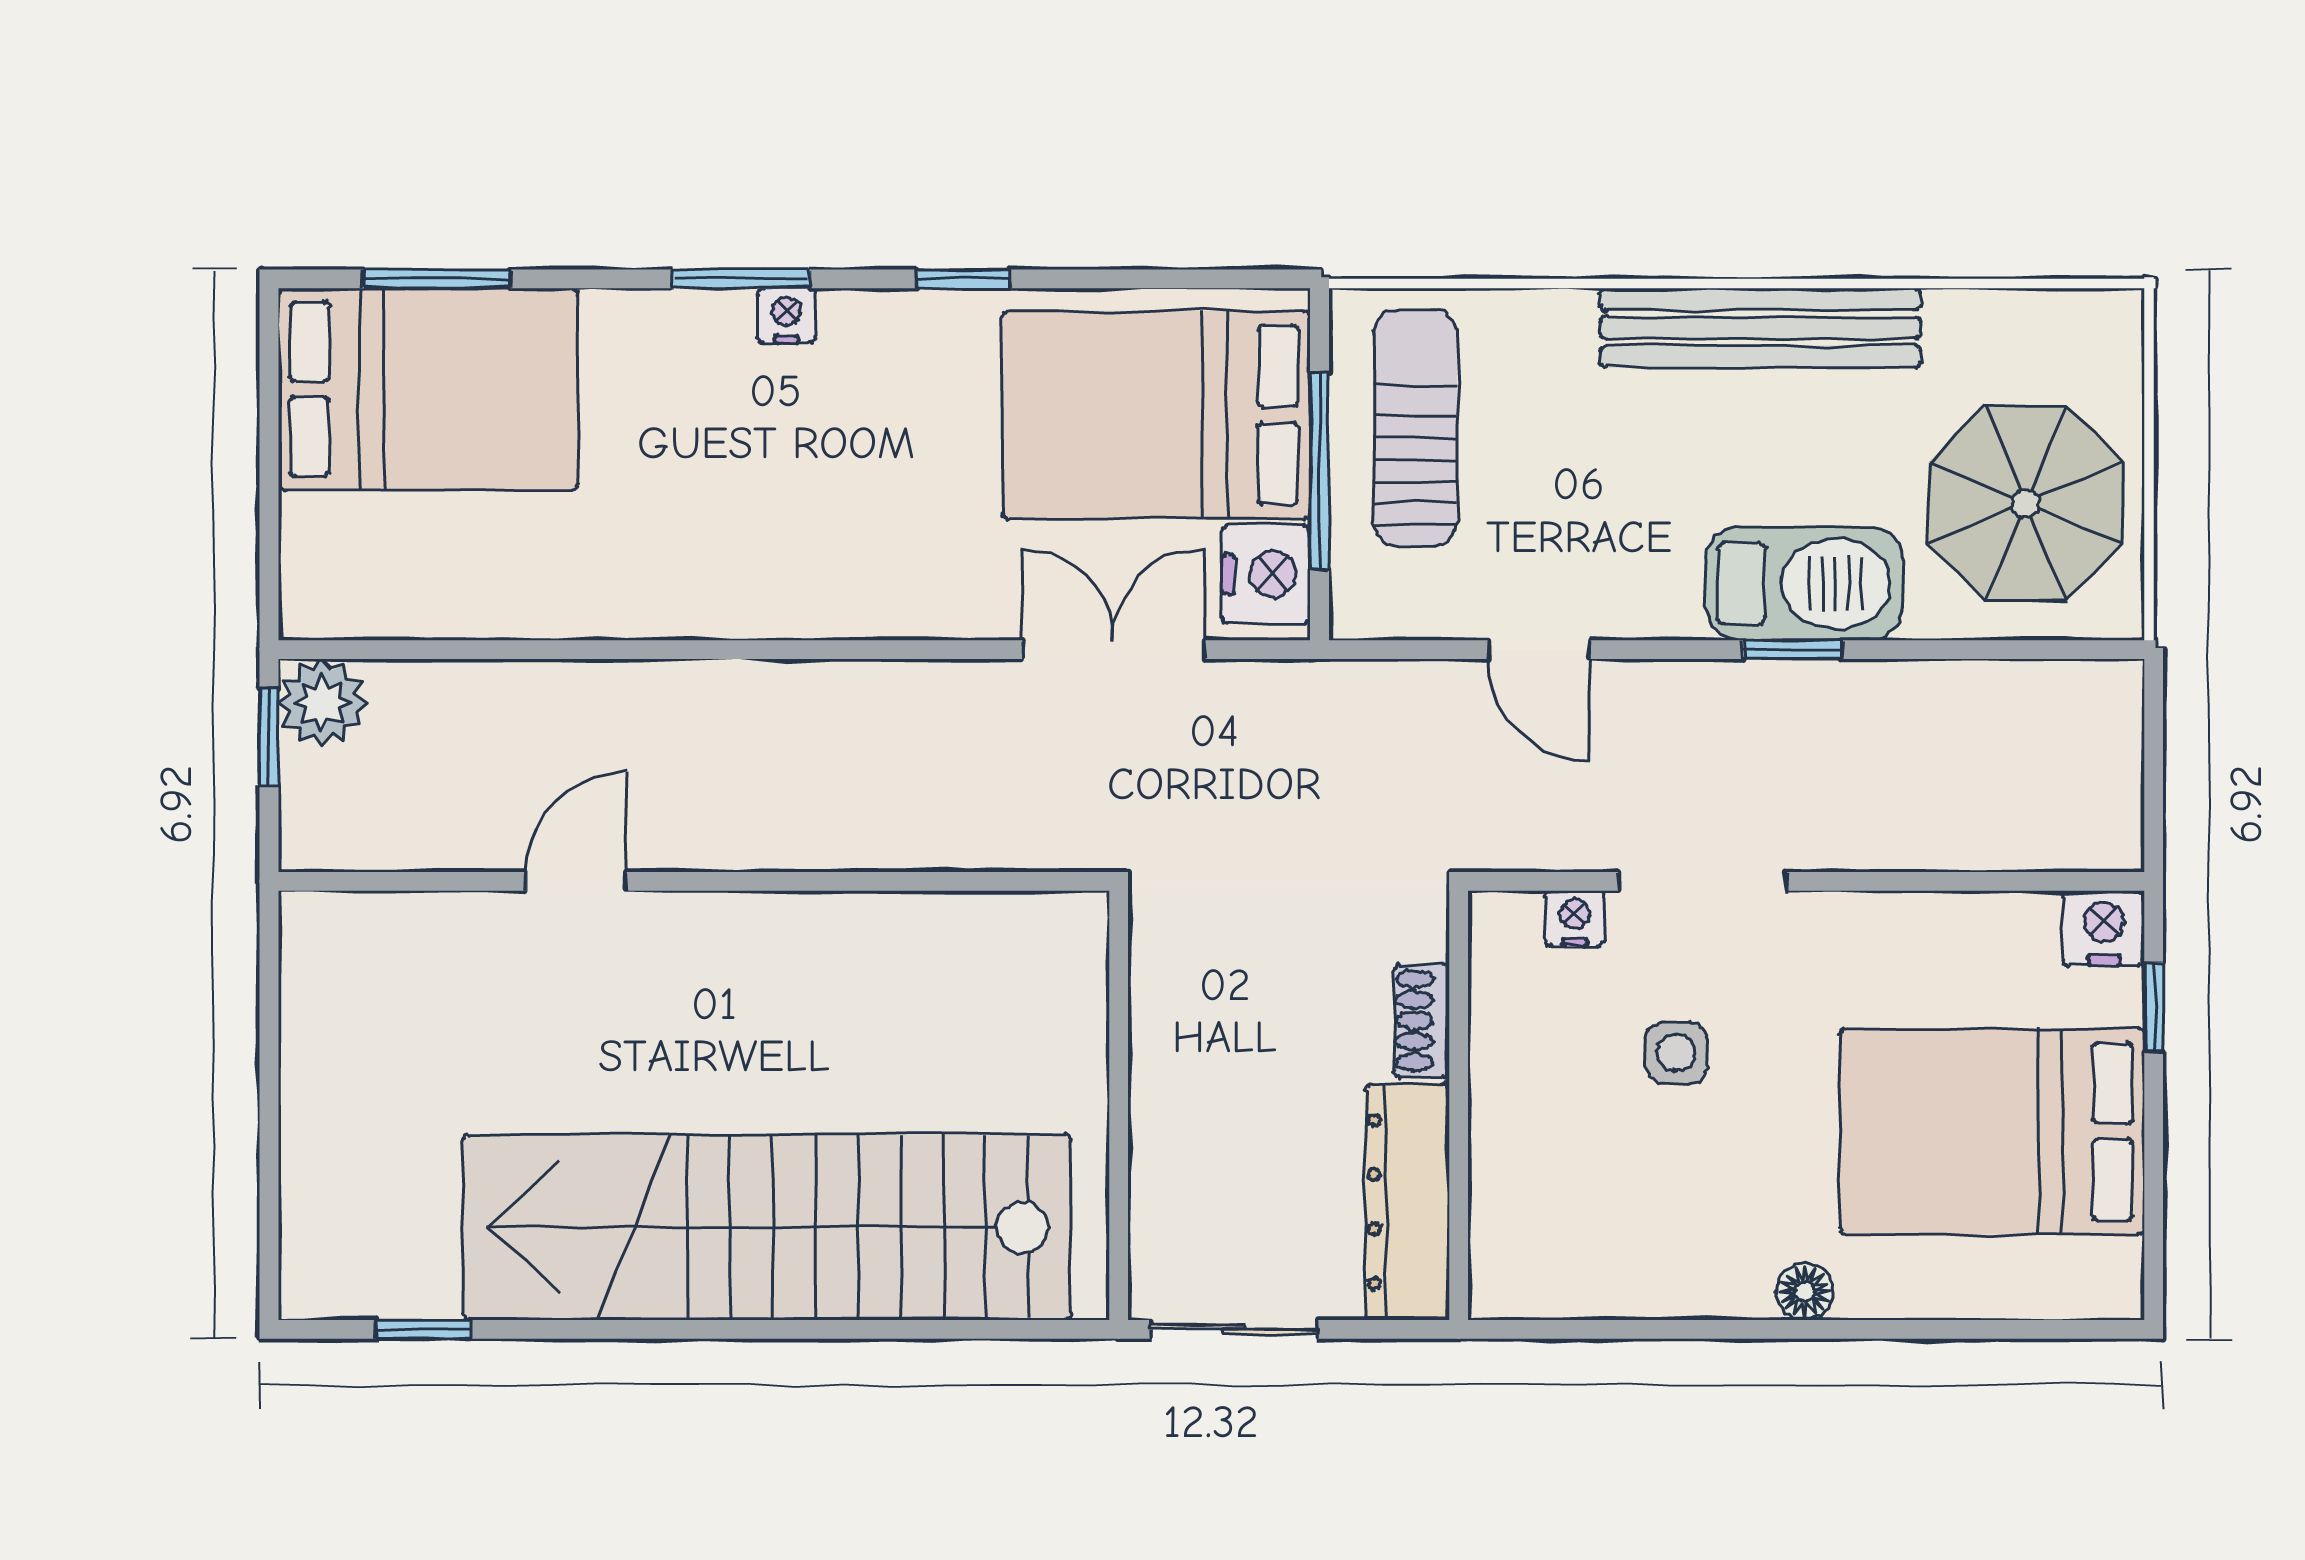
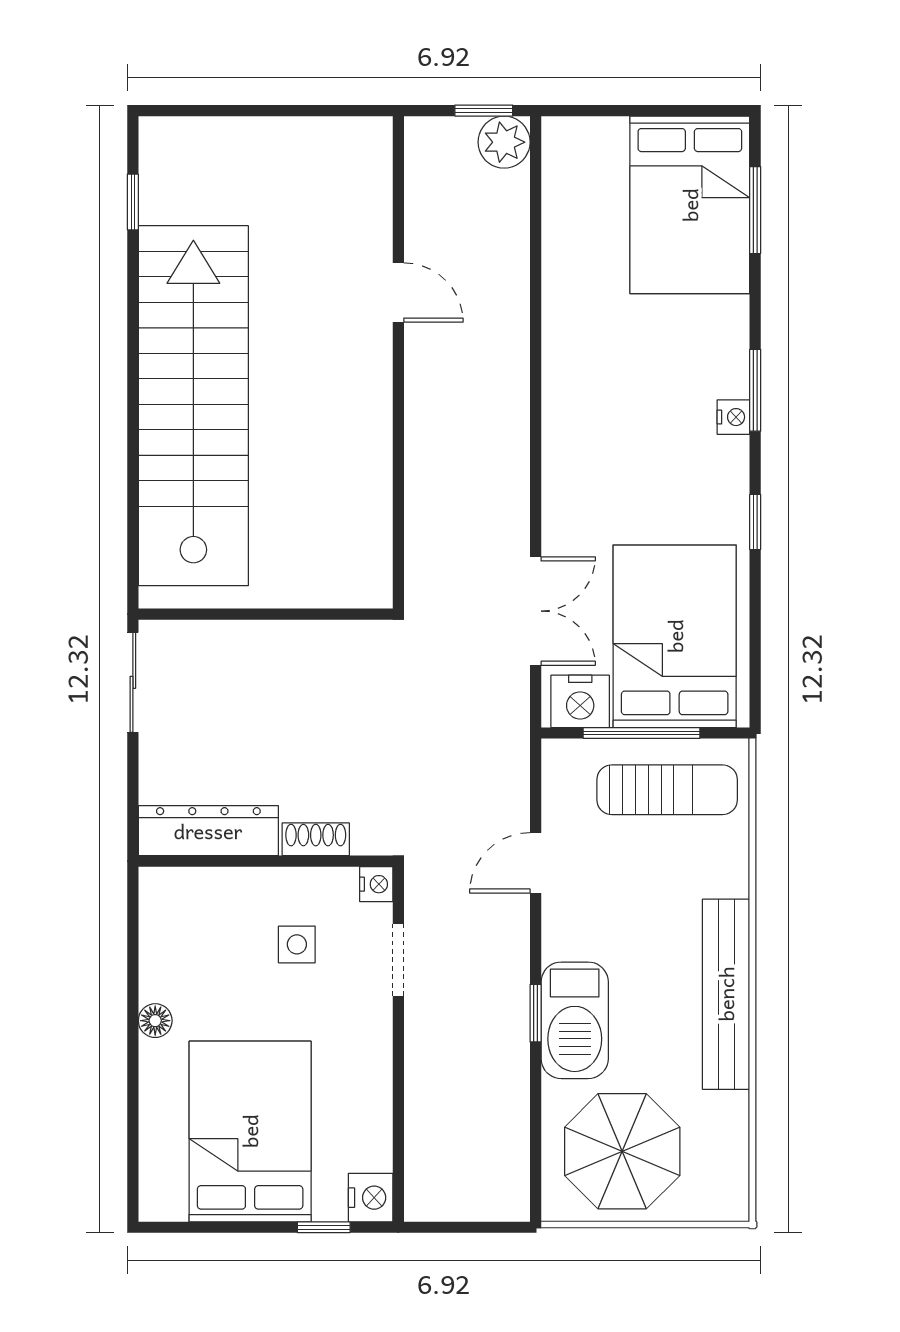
doorway: (1703, 881) -> (398, 960), width x0.73
shoe rack: (1422, 1021) -> (316, 839), moved
wall: (1459, 1105) -> (266, 861), moved
dresser: (1407, 1202) -> (208, 831), moved

